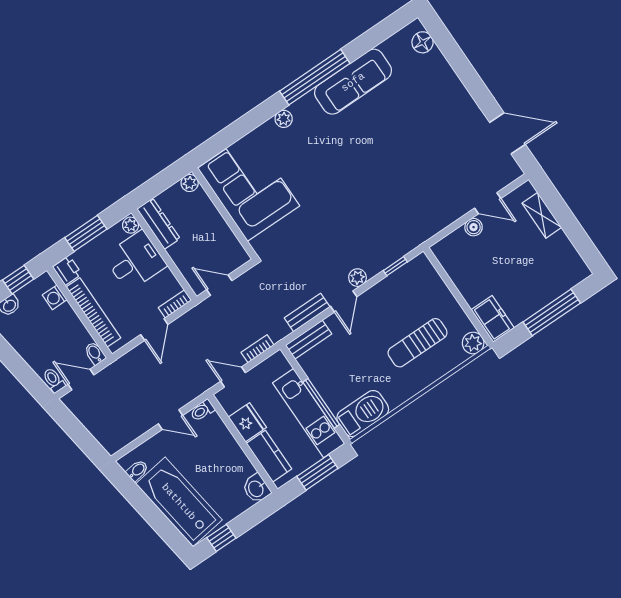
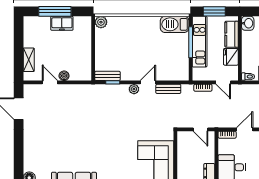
freezer: (493, 319) -> (62, 23), moved, turned -90
bench: (309, 340) -> (107, 76), moved
sun lounger: (418, 343) -> (127, 40), removed

